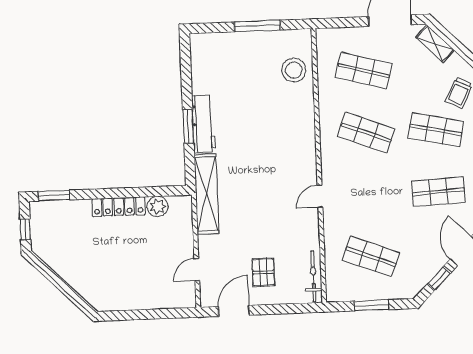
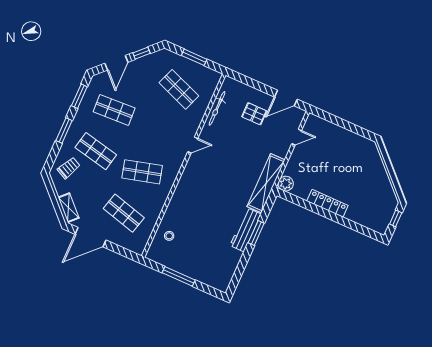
stool: (294, 70) -> (169, 236), width x0.53, depth x0.53
shop shelf: (366, 133) -> (142, 172), turned -36
window: (54, 196) -> (366, 231), removed
plant: (158, 206) -> (286, 184), moved
pallet: (263, 272) -> (254, 114), turned 90
bicycle: (313, 276) -> (217, 108), moved

